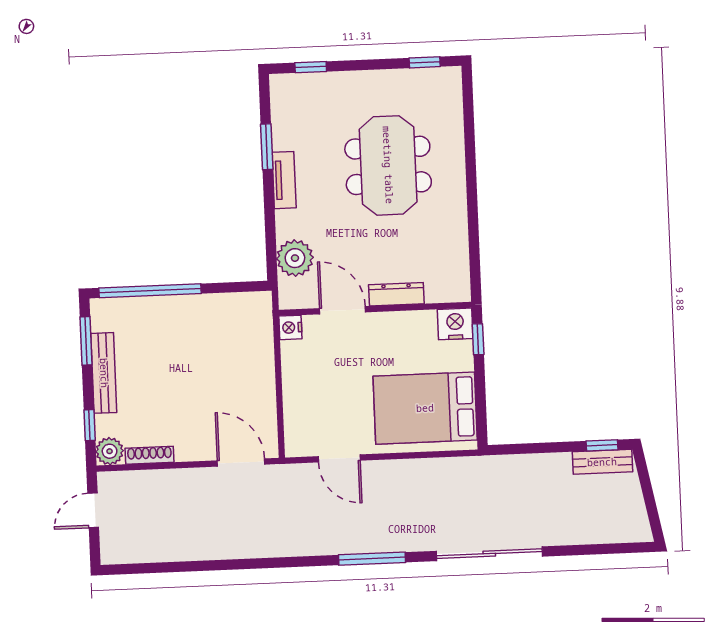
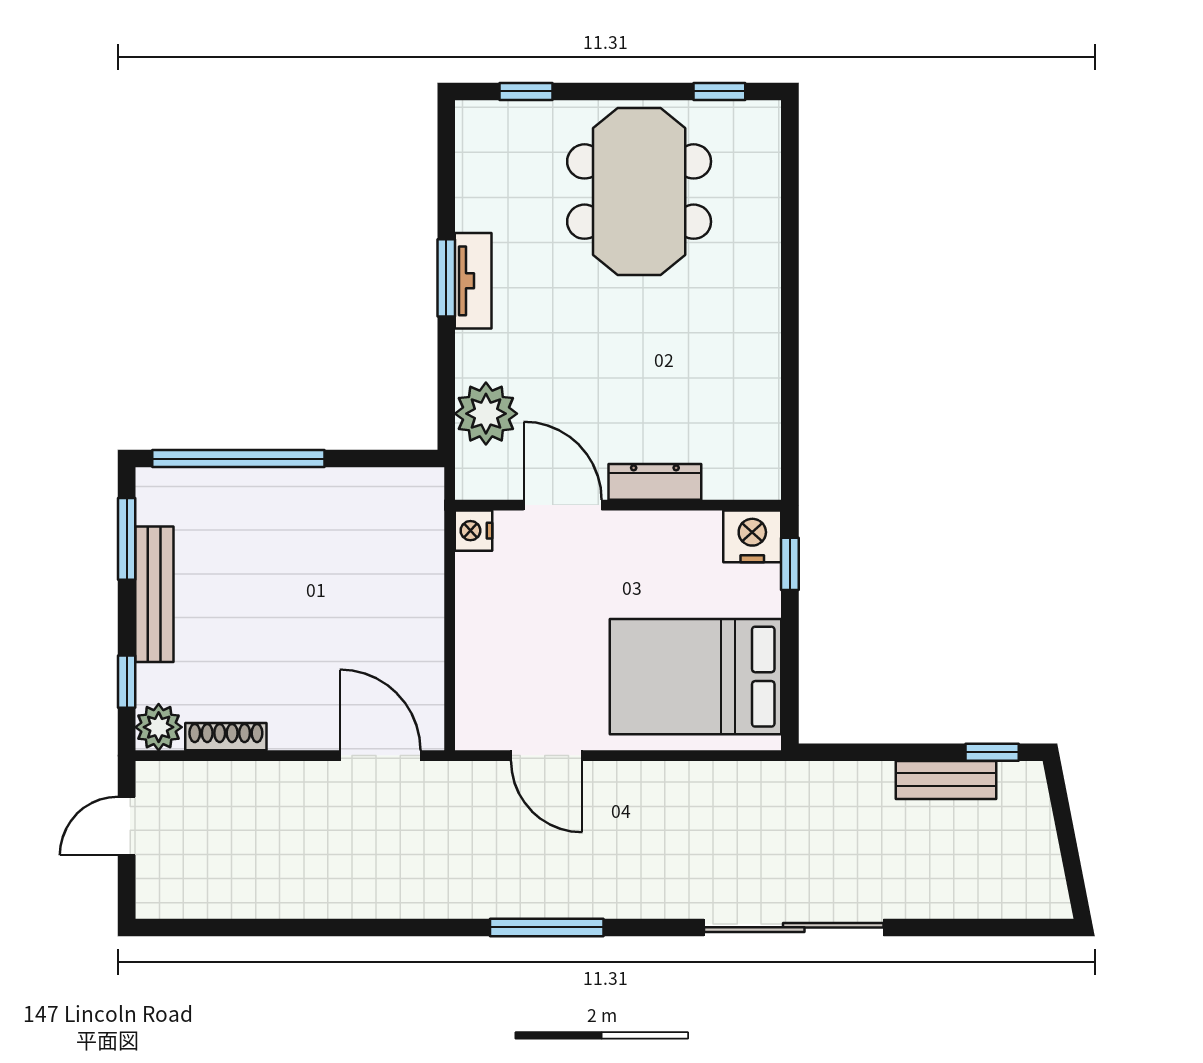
window: (267, 147) -> (446, 278), moved
meeting table: (388, 165) -> (639, 192), moved
bench: (602, 462) -> (946, 780), moved
window: (372, 559) -> (547, 927), moved

